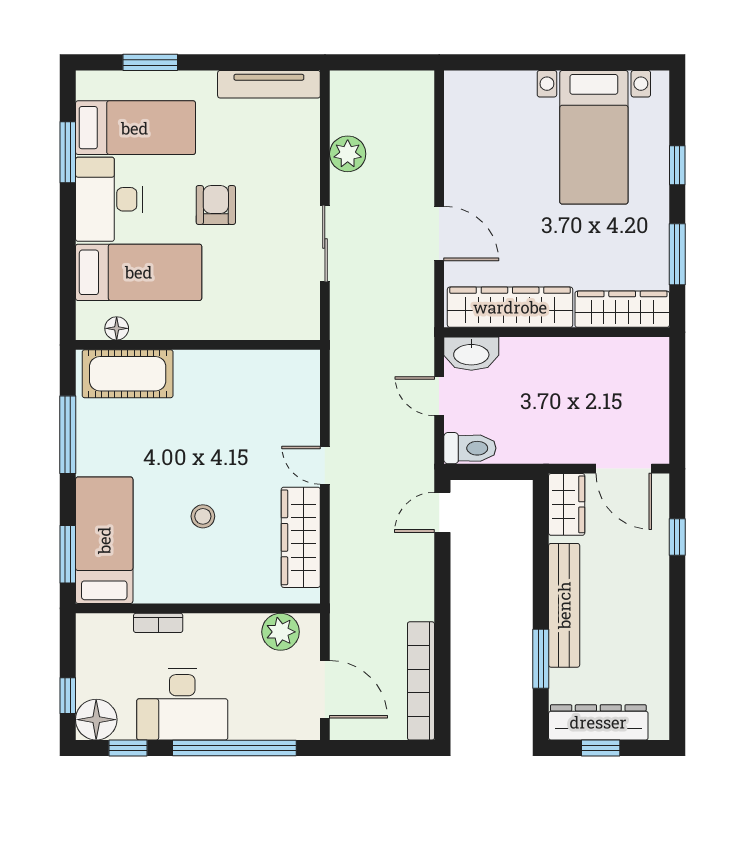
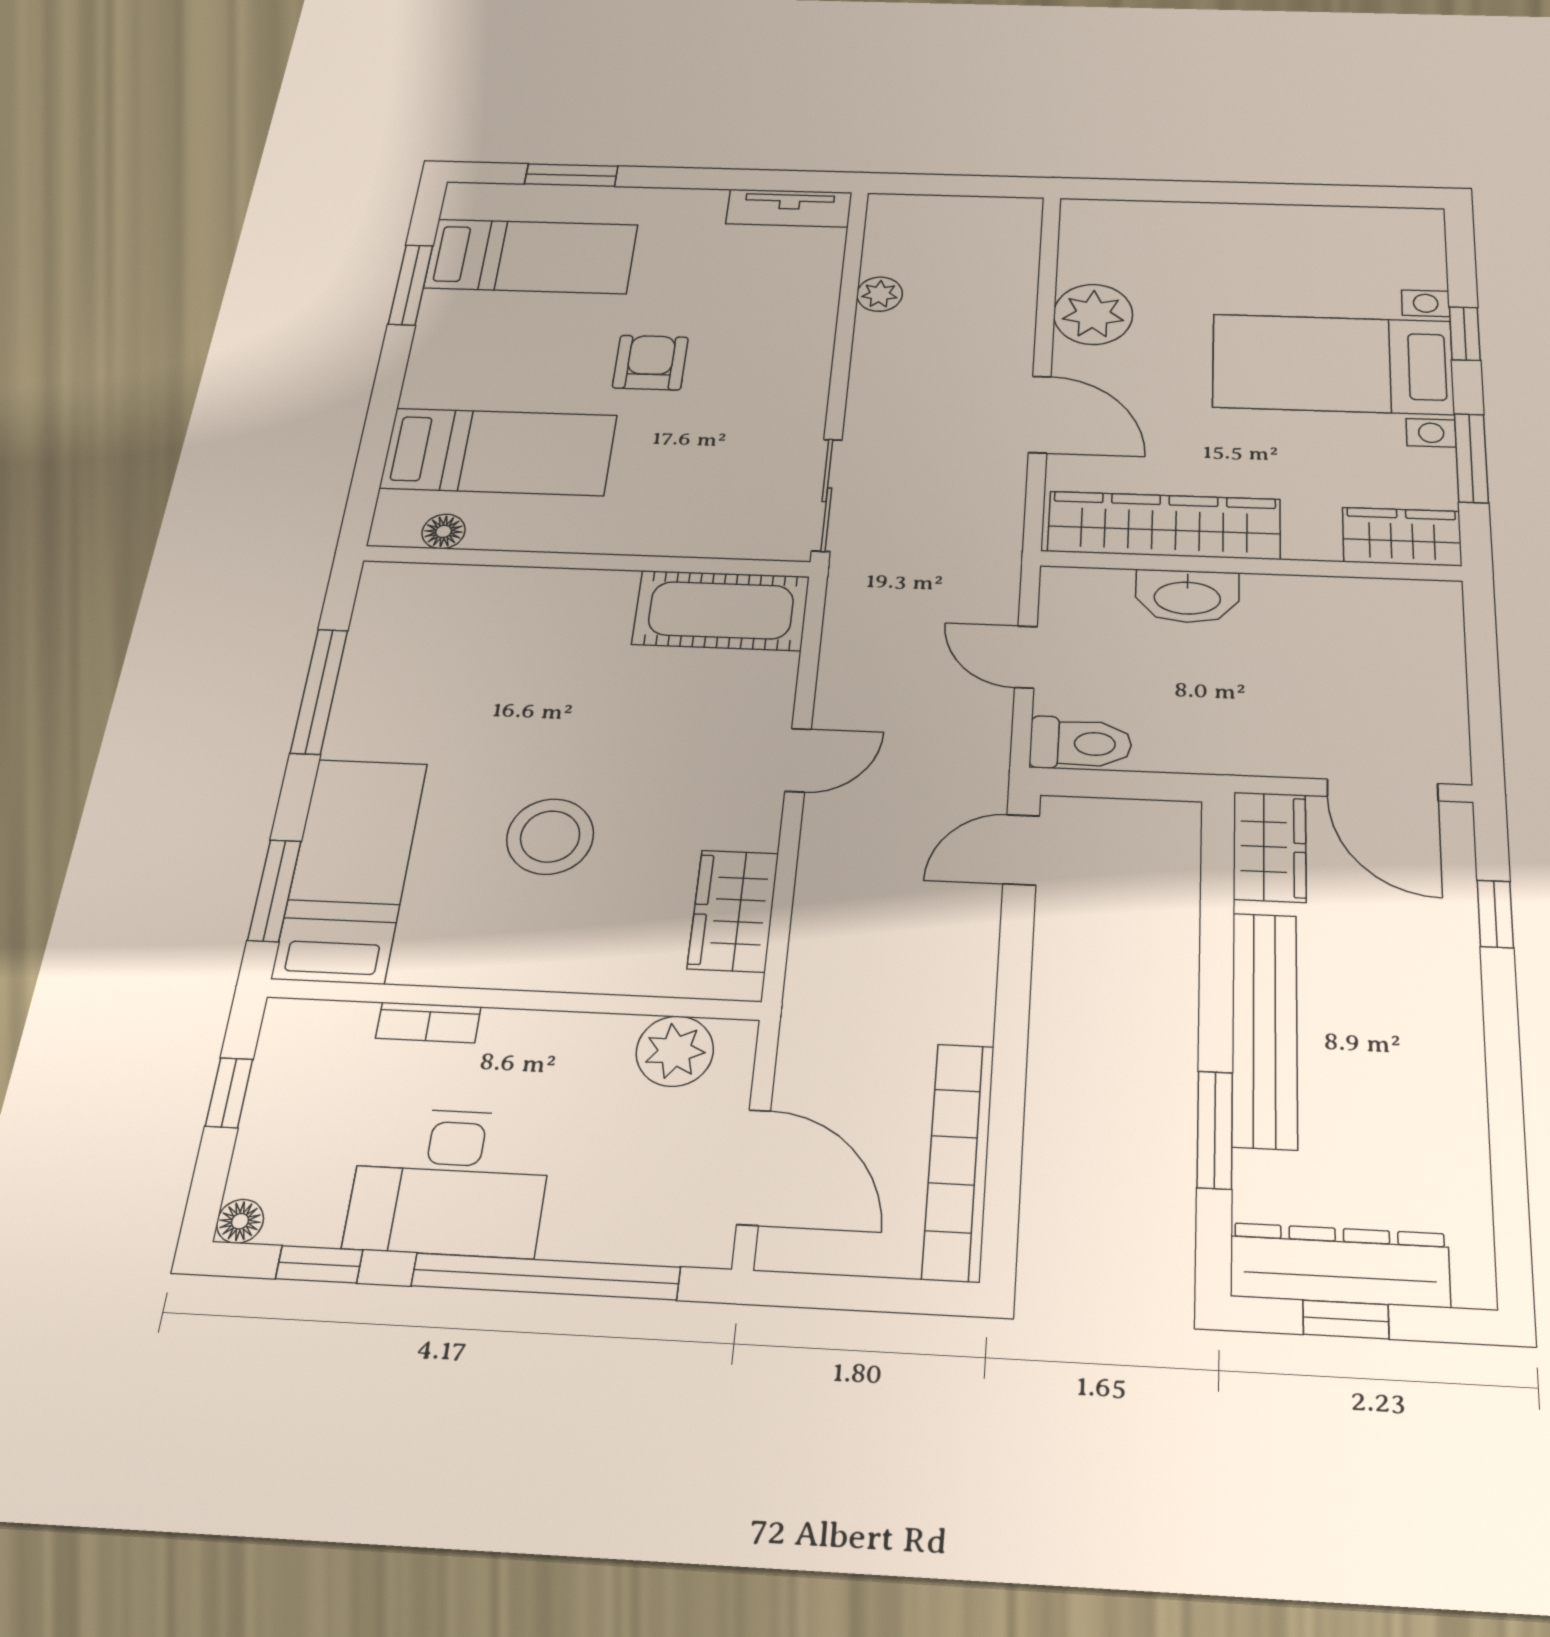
tv unit: (269, 84) -> (789, 208), width x0.71
bed with nightstands: (594, 137) -> (1332, 364), moved, turned 90
plant: (348, 154) -> (880, 294), width x0.73, depth x0.73
plant: (466, 159) -> (1093, 314), added
desk: (109, 199) -> (467, 349), removed
sliding door: (325, 243) -> (827, 495), moved
wardrobe: (622, 309) -> (1402, 537), width x0.67
washbasin: (471, 354) -> (1187, 597), moved
cot: (128, 374) -> (721, 610), moved
door: (325, 465) -> (798, 760), swing flipped
stool: (203, 516) -> (550, 837), width x1.89, depth x1.89
wardrobe: (301, 537) -> (733, 911), width x0.67
window: (68, 696) -> (229, 1093), moved
floor lamp: (96, 720) -> (240, 1221), width x0.53, depth x0.53

